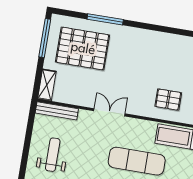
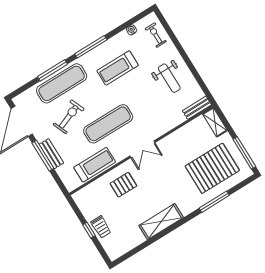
shelving: (164, 42) -> (161, 222), added
bench: (57, 111) -> (197, 108), width x0.73
double door: (109, 112) -> (142, 149), moved

